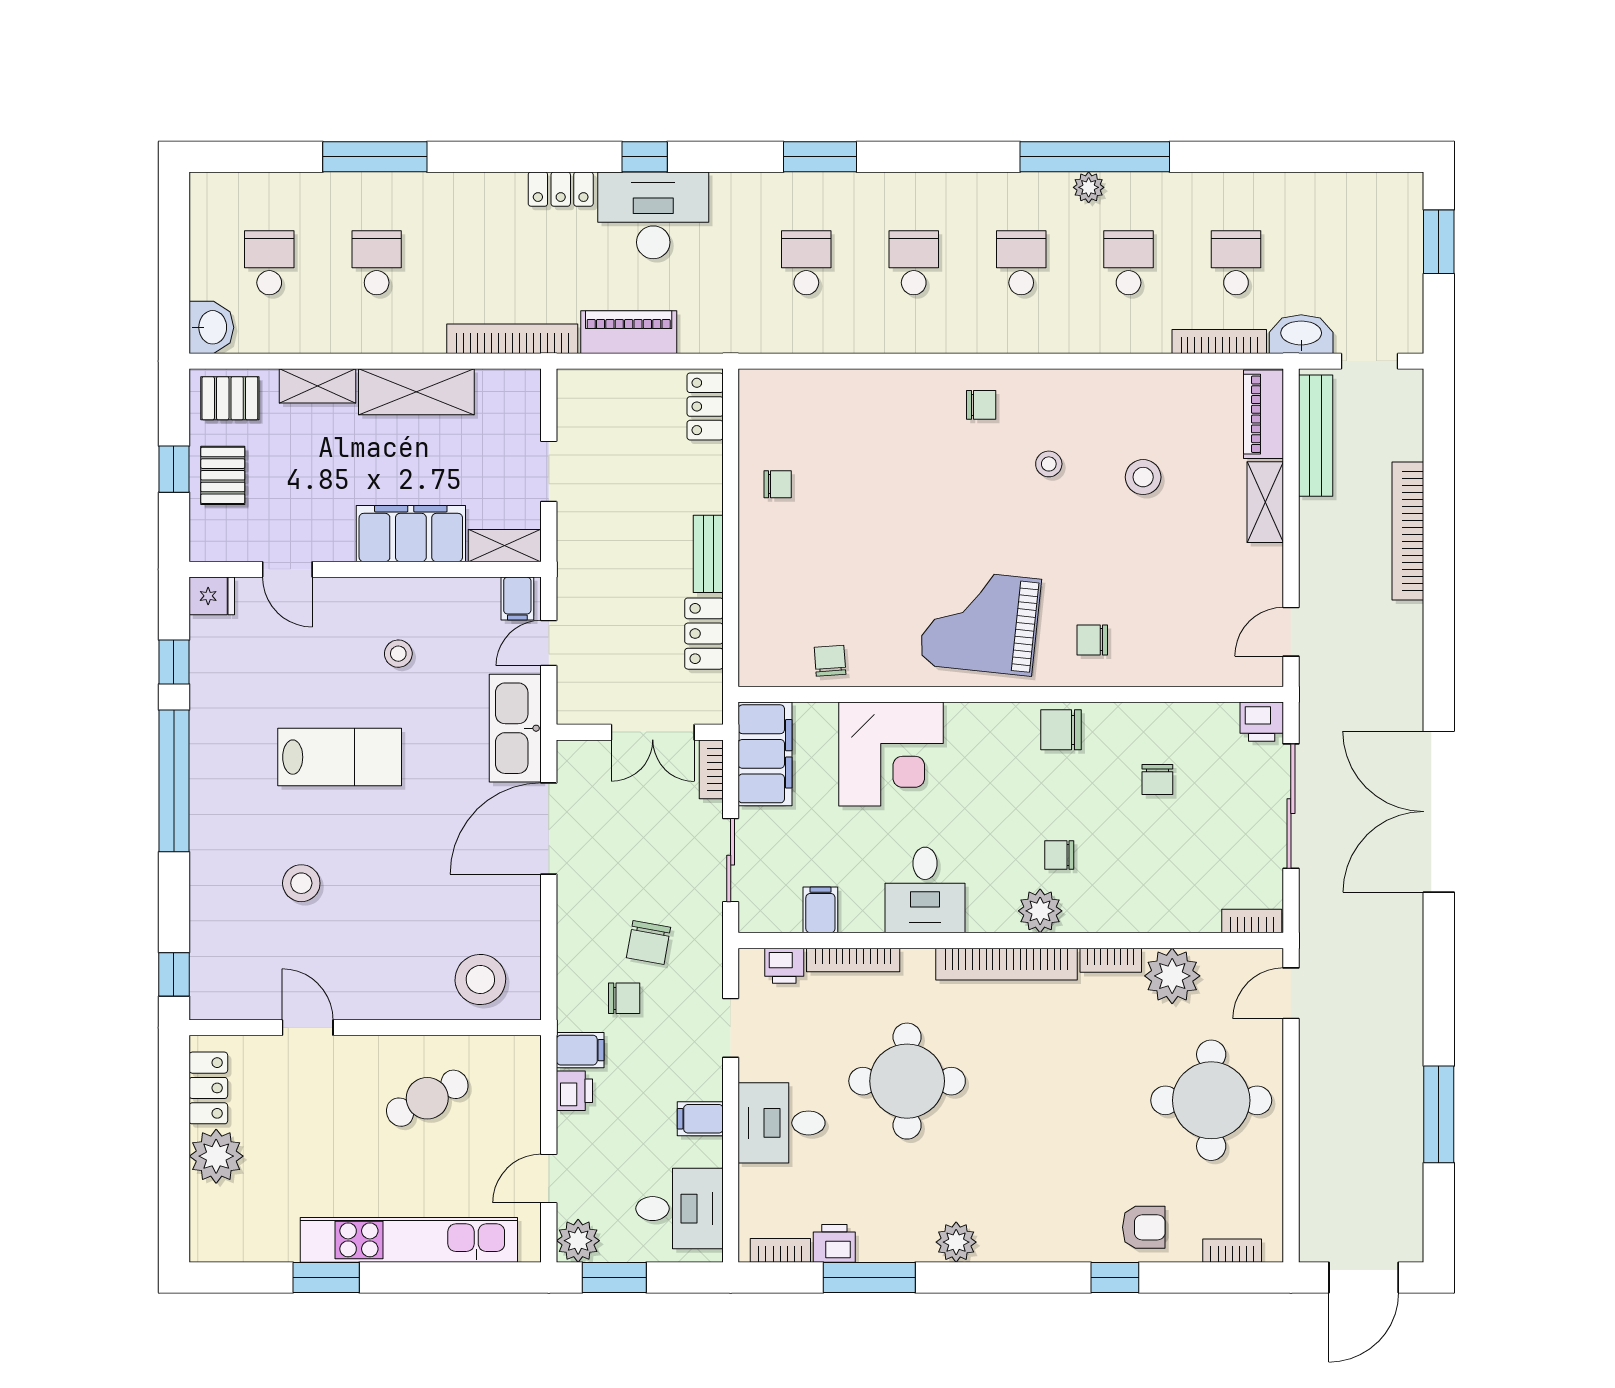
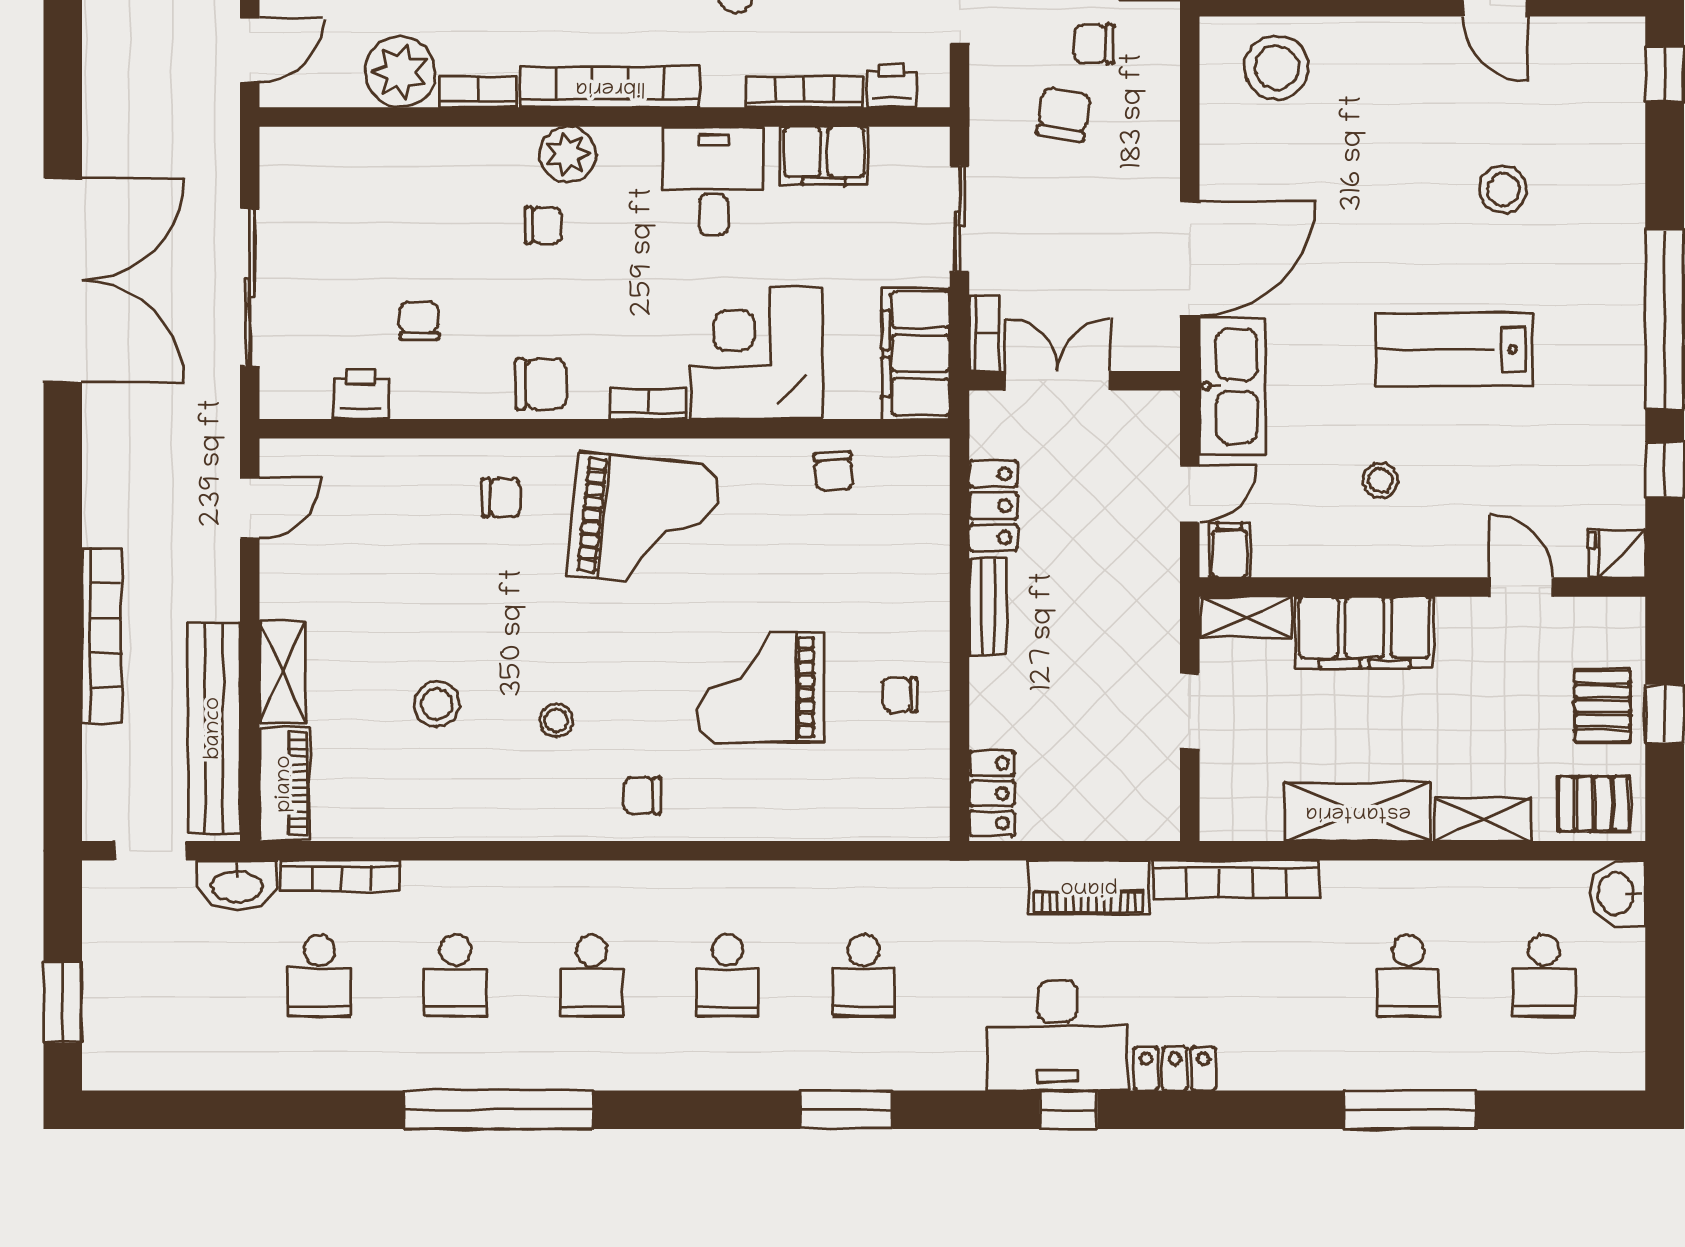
plant: (1089, 187) -> (506, 1071), removed
bench: (1316, 436) -> (214, 728), width x1.37, depth x1.21
grand piano: (888, 490) -> (760, 687), added
printer: (1262, 722) -> (361, 394), moved
filing cabinet: (820, 910) -> (824, 156), width x2.00
bookcase: (1252, 921) -> (649, 404), moved, turned 180

